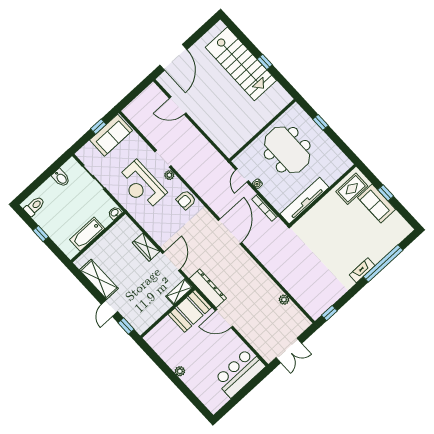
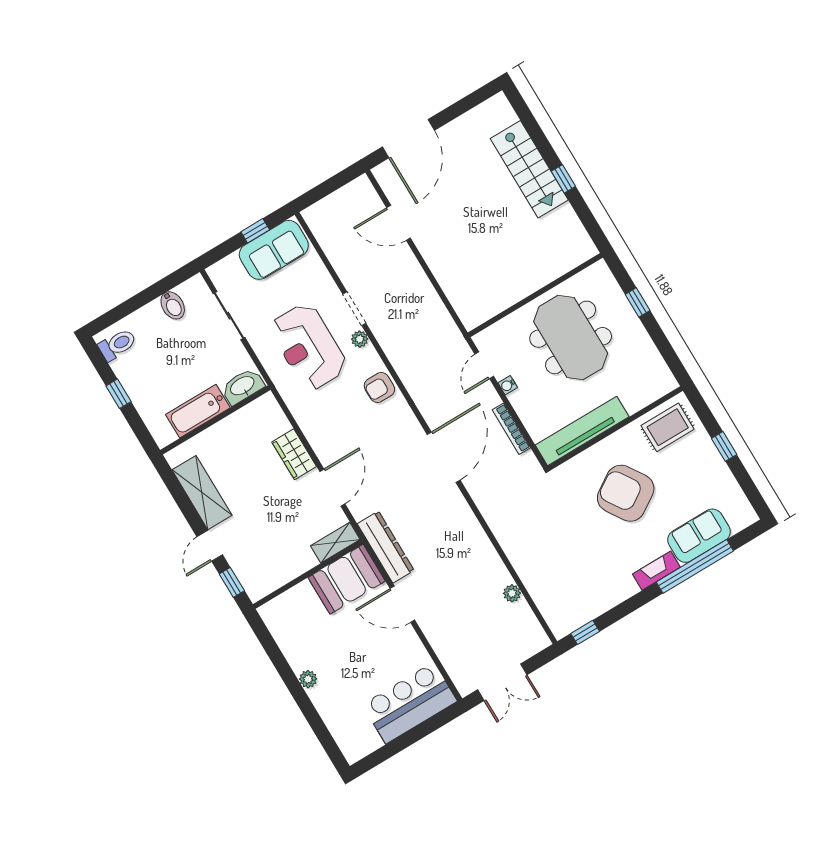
stairs: (241, 64) -> (529, 169), width x0.73, depth x0.66
sofa: (377, 203) -> (699, 536), moved, turned 90
washbasin: (115, 213) -> (243, 386), width x1.91, depth x1.45
armchair: (336, 230) -> (626, 493), added

